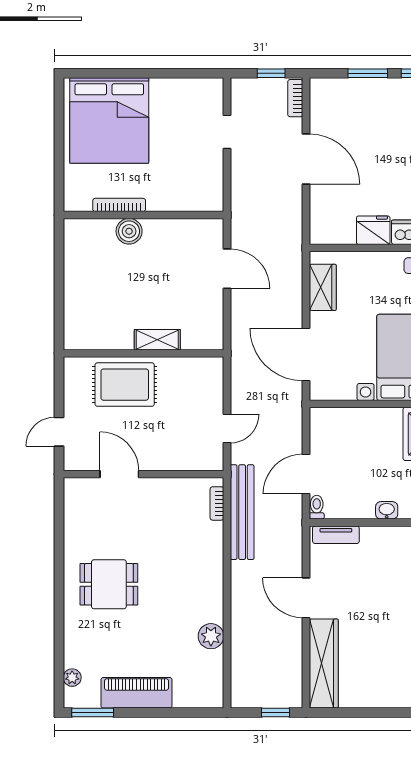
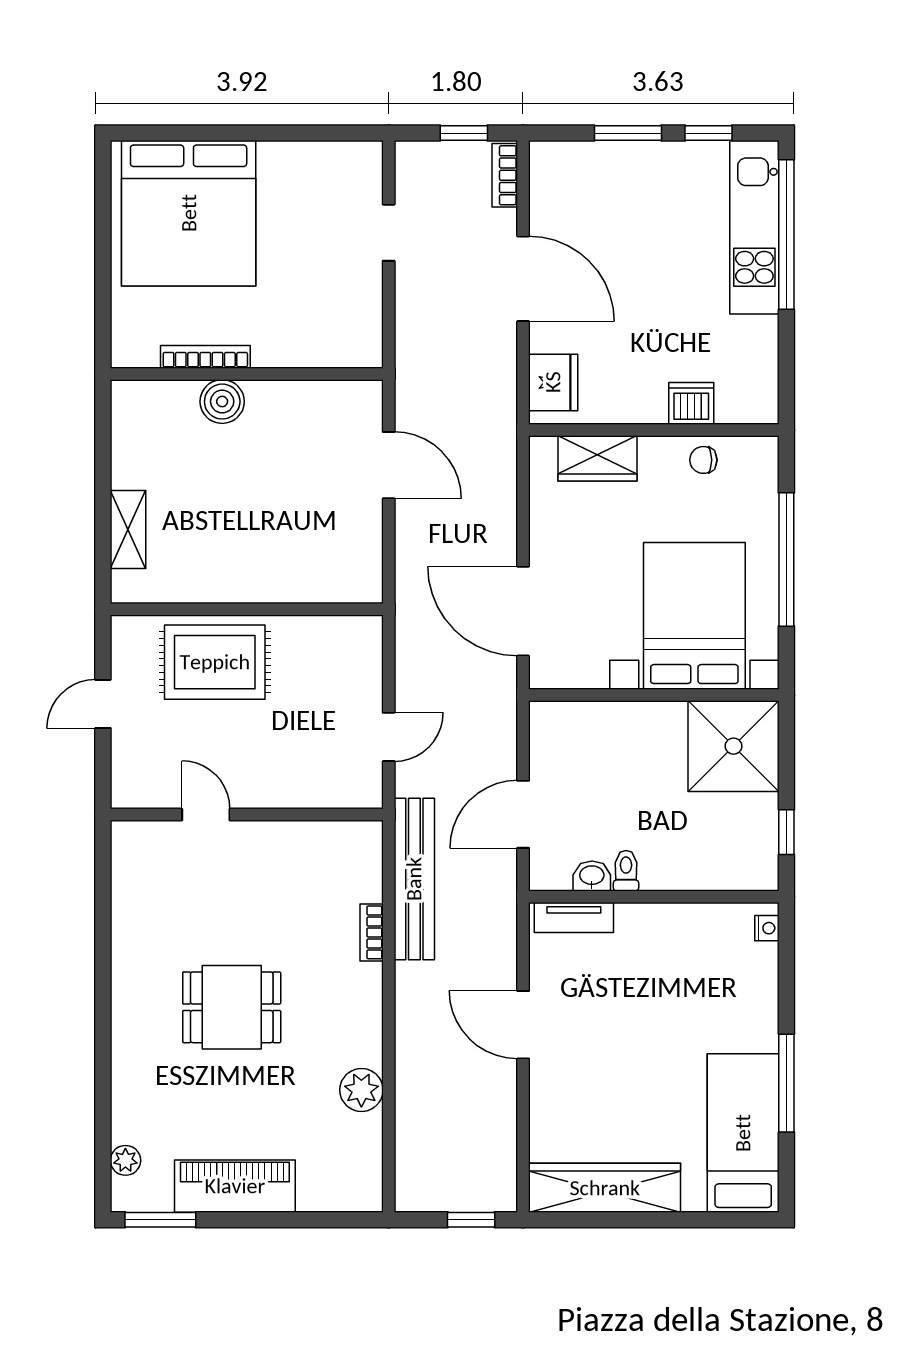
fridge: (373, 230) -> (553, 382), moved, turned 90
wardrobe: (323, 287) -> (597, 458), moved, turned 90
shelving: (157, 340) -> (128, 530), moved, turned 90
door: (59, 432) -> (103, 704), moved
door: (119, 474) -> (206, 815), width x0.73
bookcase: (217, 503) -> (372, 932), moved
toilet: (317, 507) -> (626, 871), moved
washbasin: (387, 510) -> (592, 876), moved
dining table: (109, 584) -> (232, 1007), moved
wardrobe: (324, 663) -> (605, 1188), moved, turned -90

